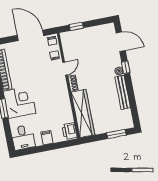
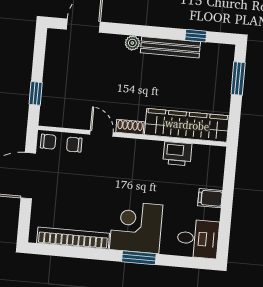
window: (126, 67) -> (196, 36), moved
printer: (69, 131) -> (177, 154), moved

